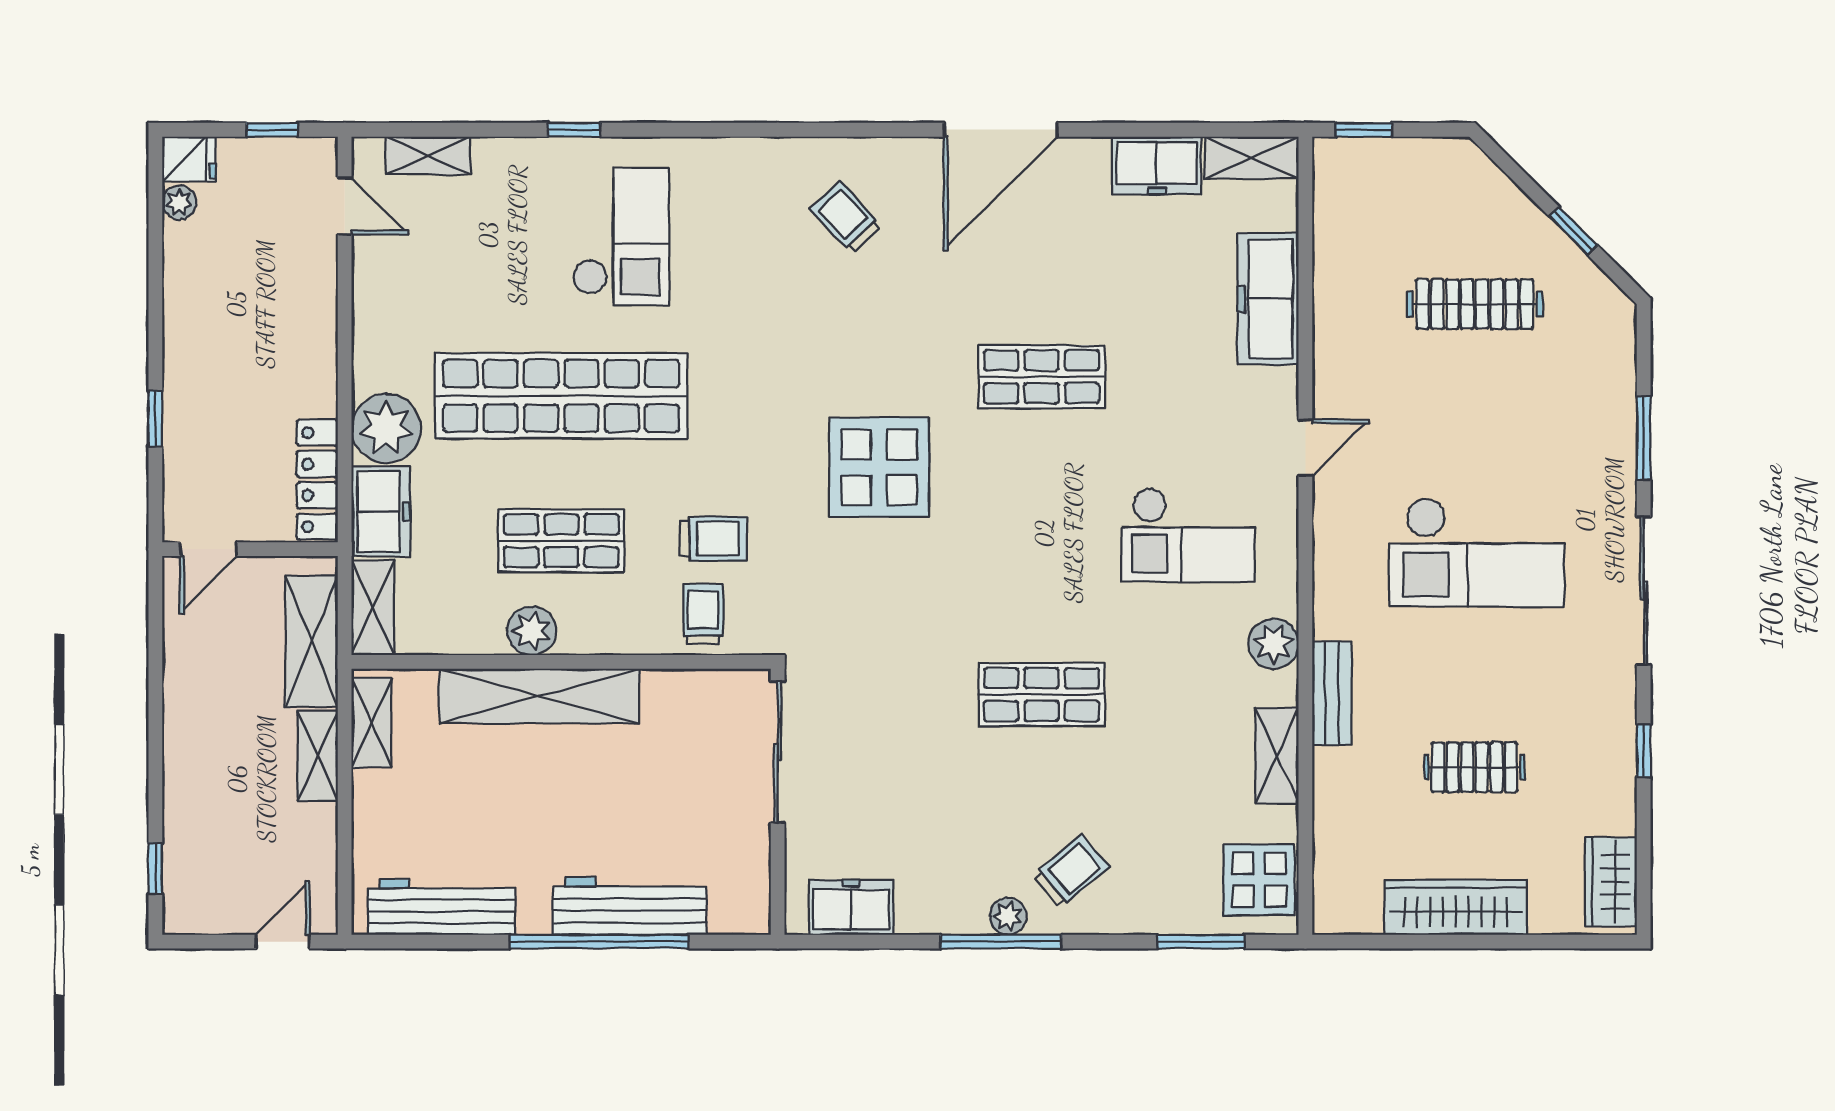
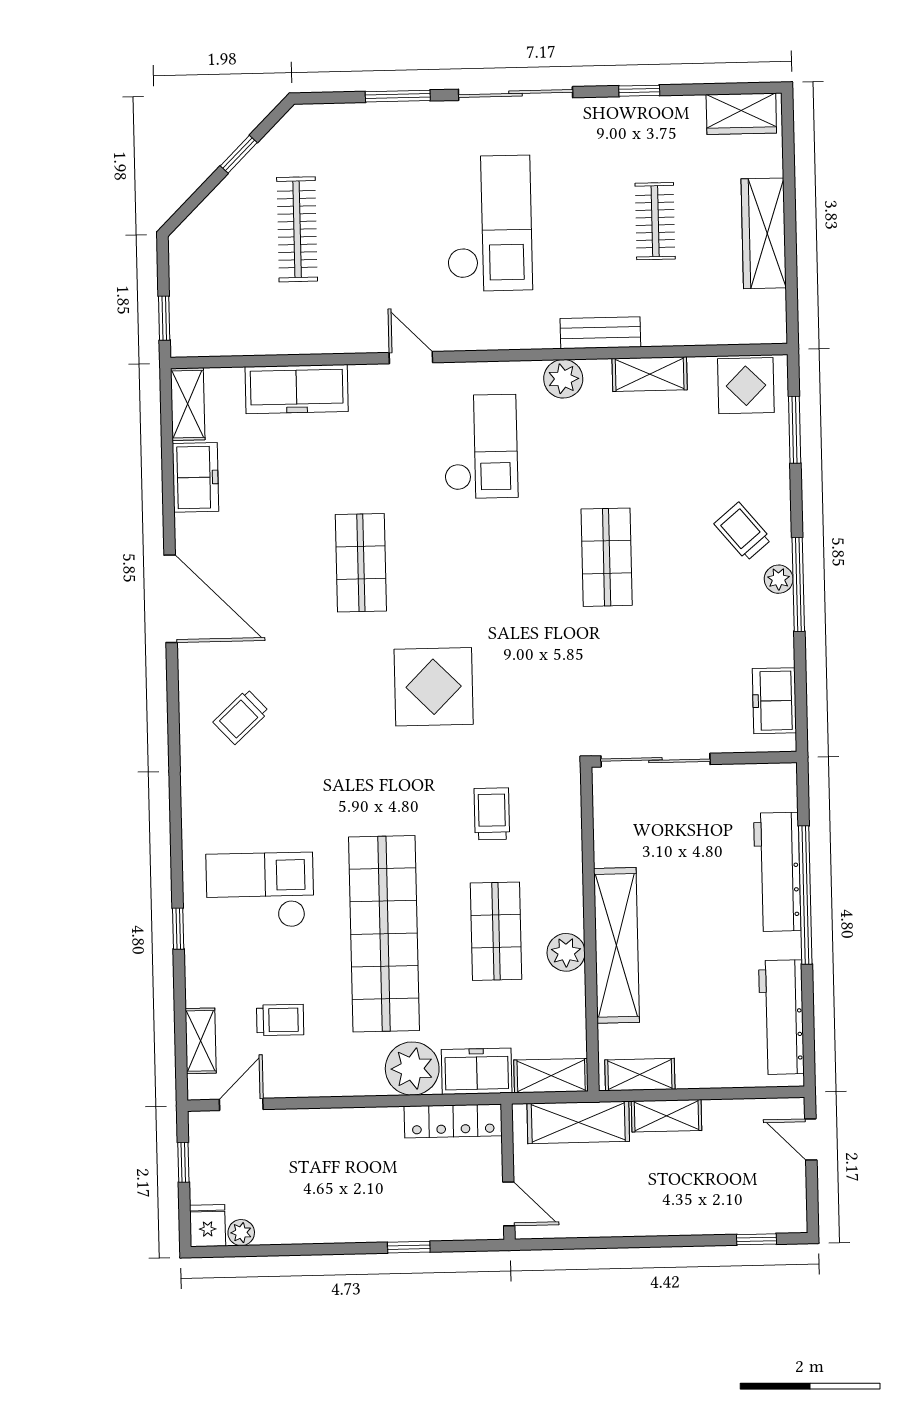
trolley: (703, 614) -> (280, 1020), moved, turned 180

